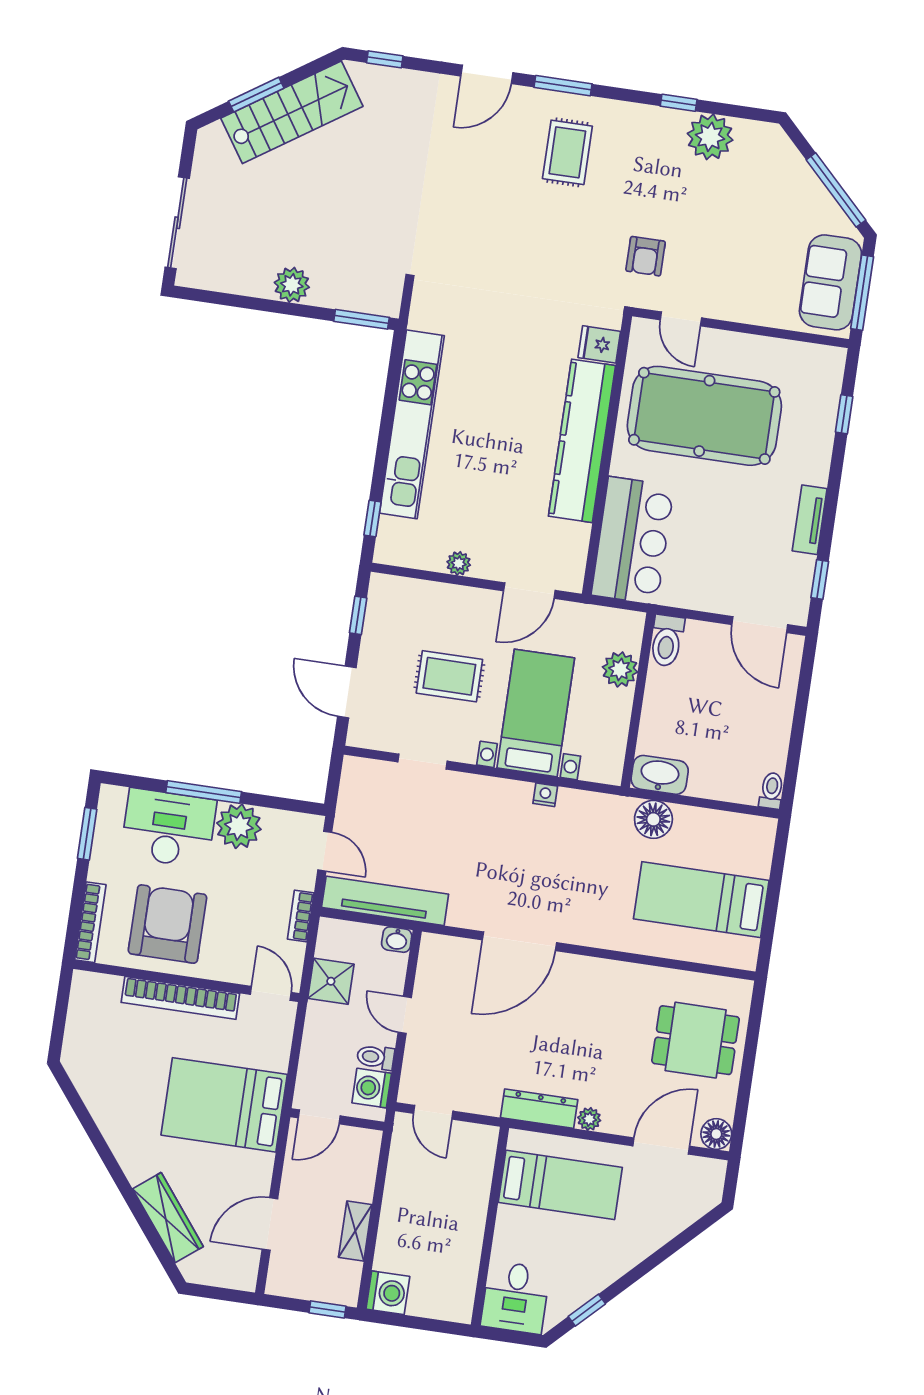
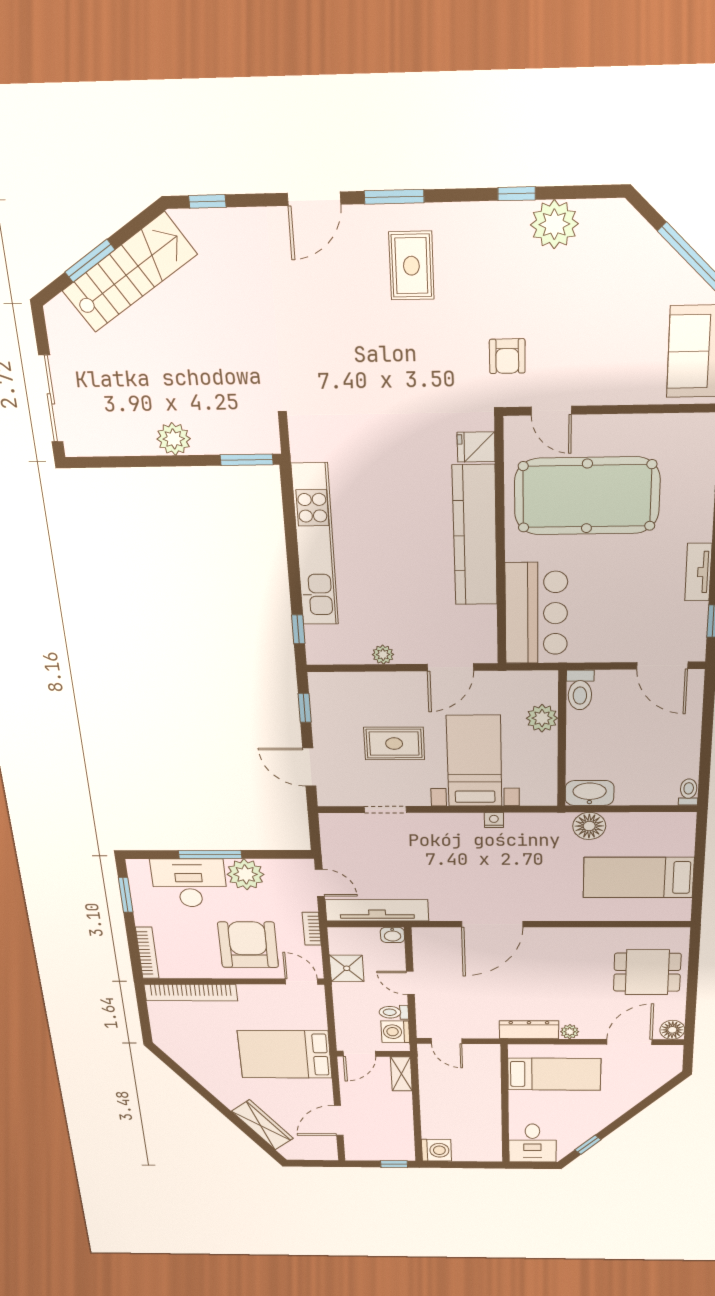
armchair: (167, 924) -> (248, 945), moved
bookcase: (180, 998) -> (191, 993), moved
shelving: (355, 1231) -> (401, 1074), moved

